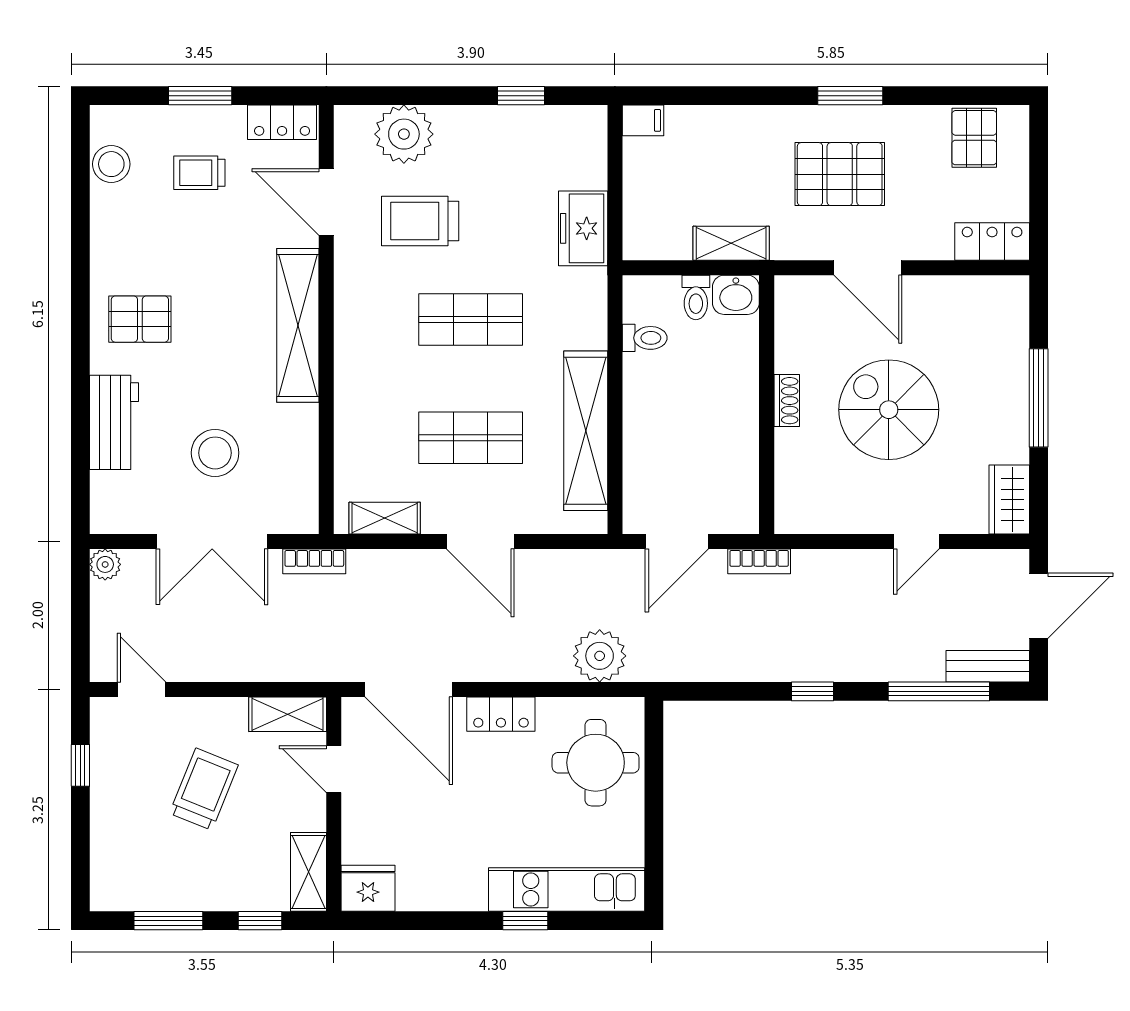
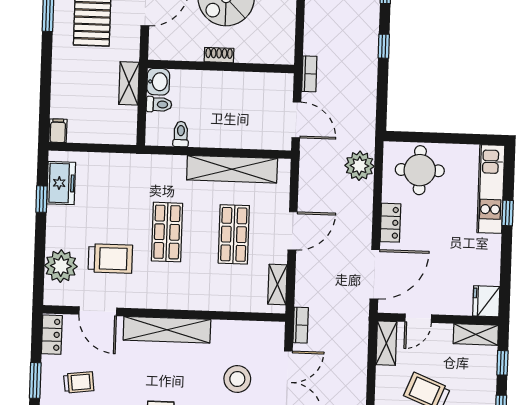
trolley: (199, 173) -> (79, 382), turned -97
door: (326, 202) -> (98, 311), hinge flipped
trolley: (420, 221) -> (110, 259), turned -90
freezer: (583, 228) -> (61, 183), moved, turned -90

